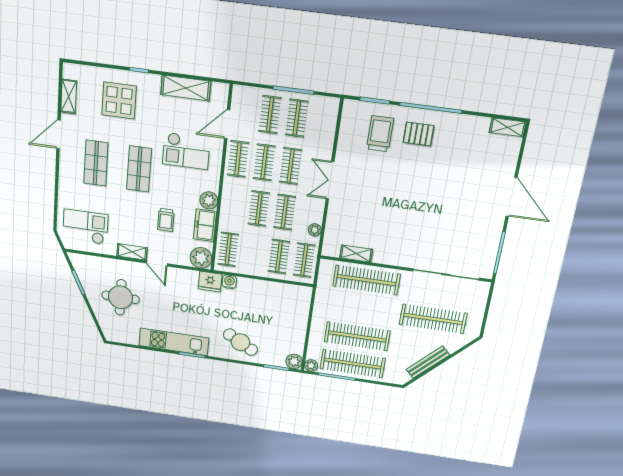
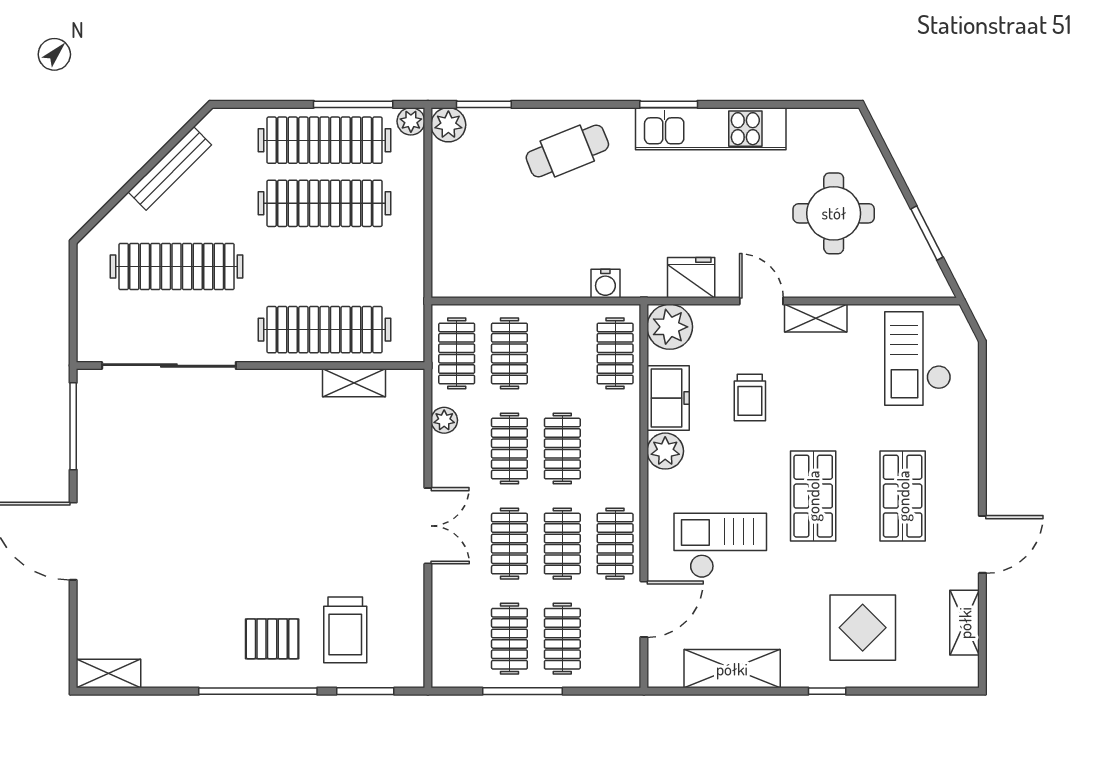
trolley: (166, 220) -> (750, 398), turned 180
checkout: (85, 227) -> (918, 358), turned 90
fridge: (210, 282) -> (691, 278), moved
cafe table: (240, 342) -> (567, 151), turned -51

